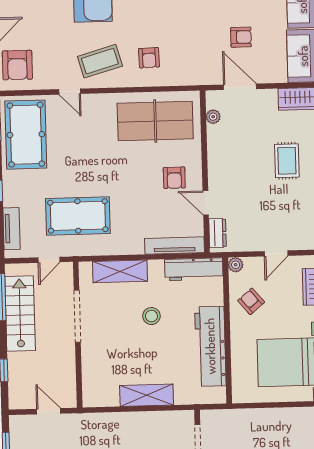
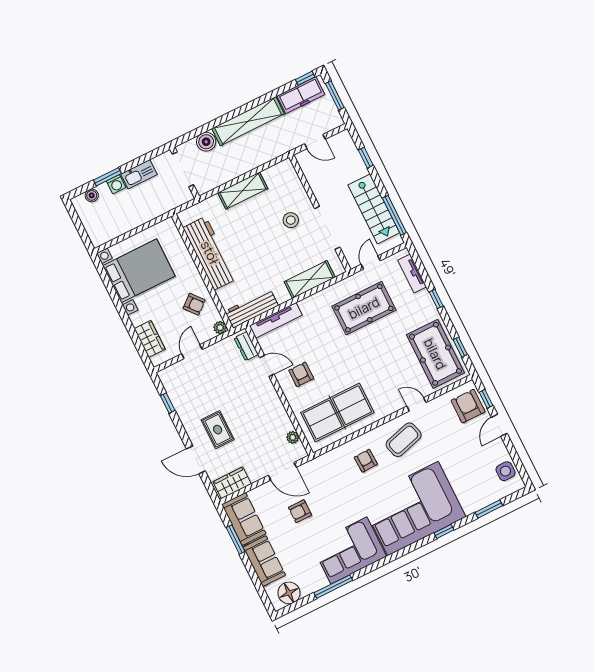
stool: (151, 316) -> (291, 220), moved

